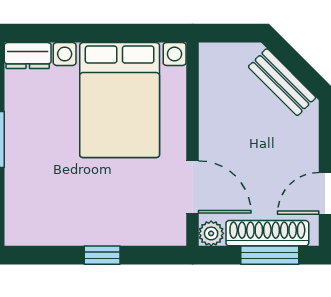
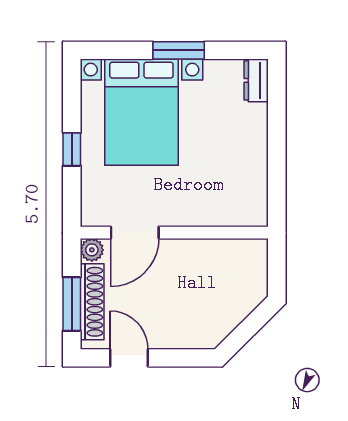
bench: (282, 82) -> (232, 315), removed
bed with nightstands: (120, 100) -> (141, 112), moved, turned -90

